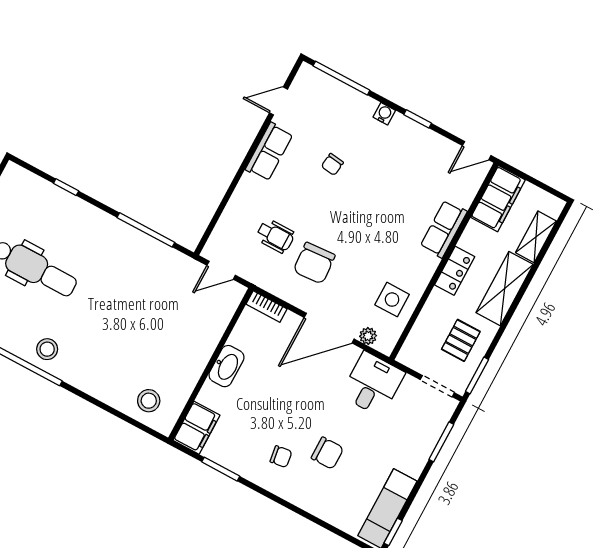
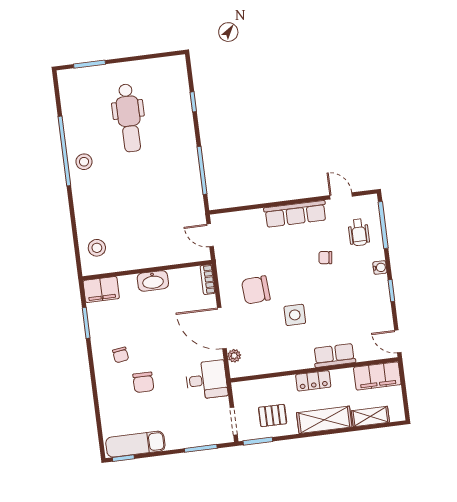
row of seats: (269, 152) -> (295, 214), width x1.48
wheelchair: (275, 236) -> (359, 232), moved
side table: (392, 300) -> (295, 315), moved

